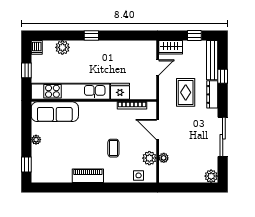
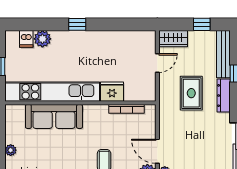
dishwasher: (37, 47) -> (26, 39), moved
sofa: (55, 112) -> (54, 116), moved
door: (158, 129) -> (157, 151), moved

